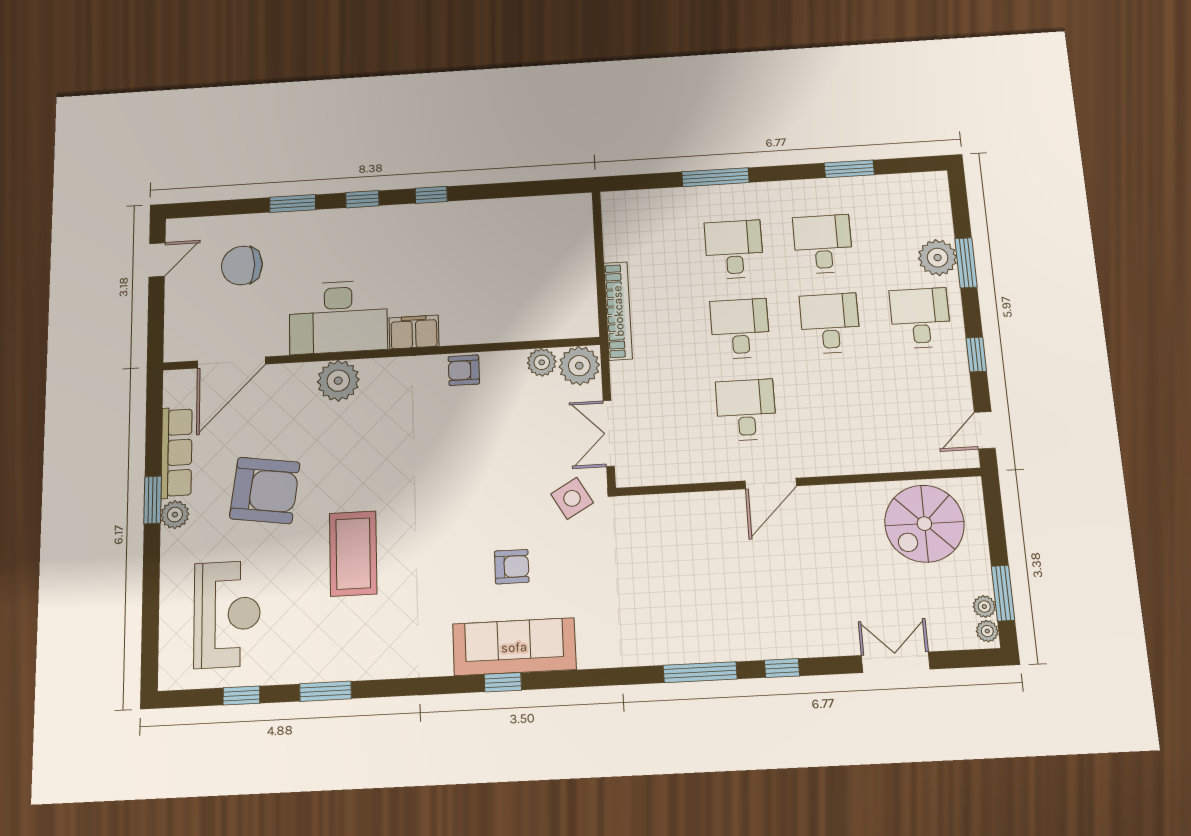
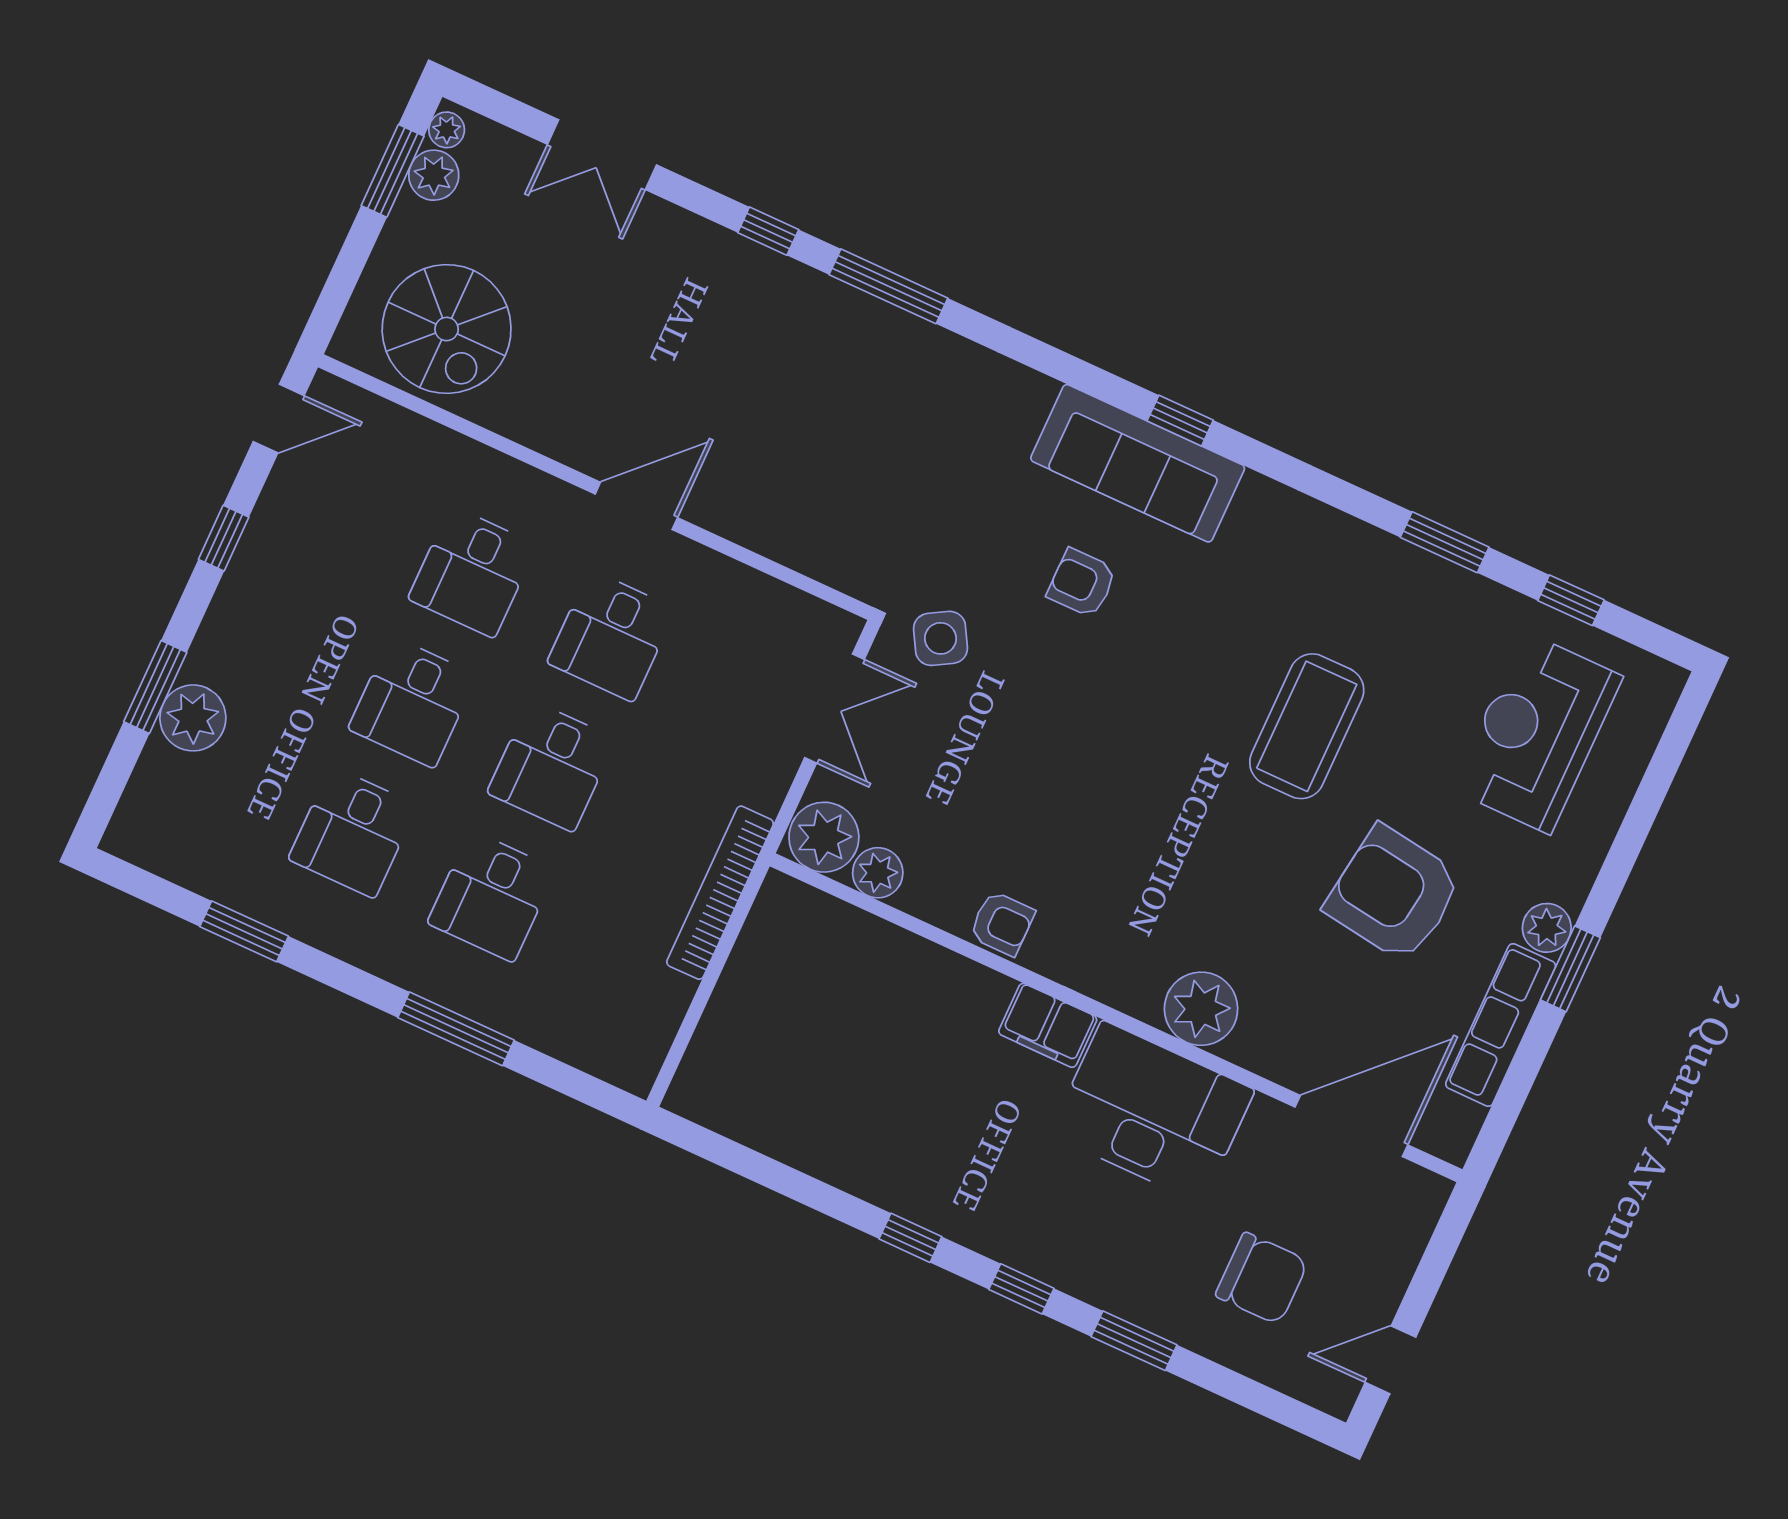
desk: (920, 318) -> (472, 572), moved
spiral stairs: (924, 524) -> (447, 329), turned 90
plant: (984, 607) -> (434, 175), width x1.38, depth x1.38

